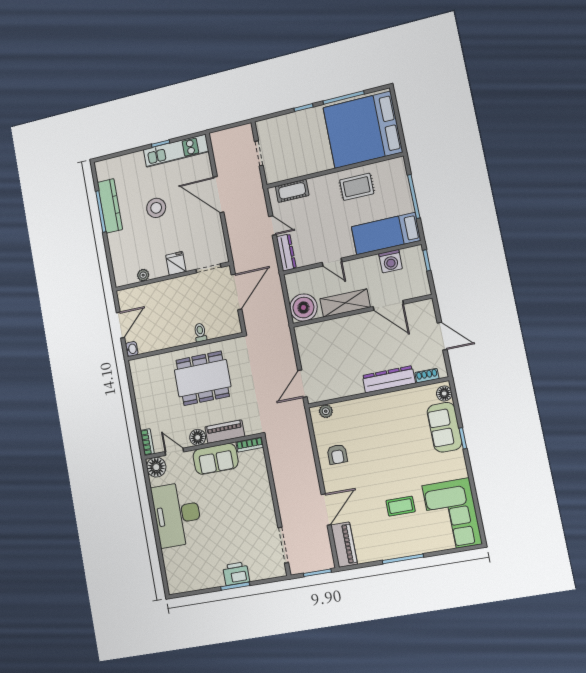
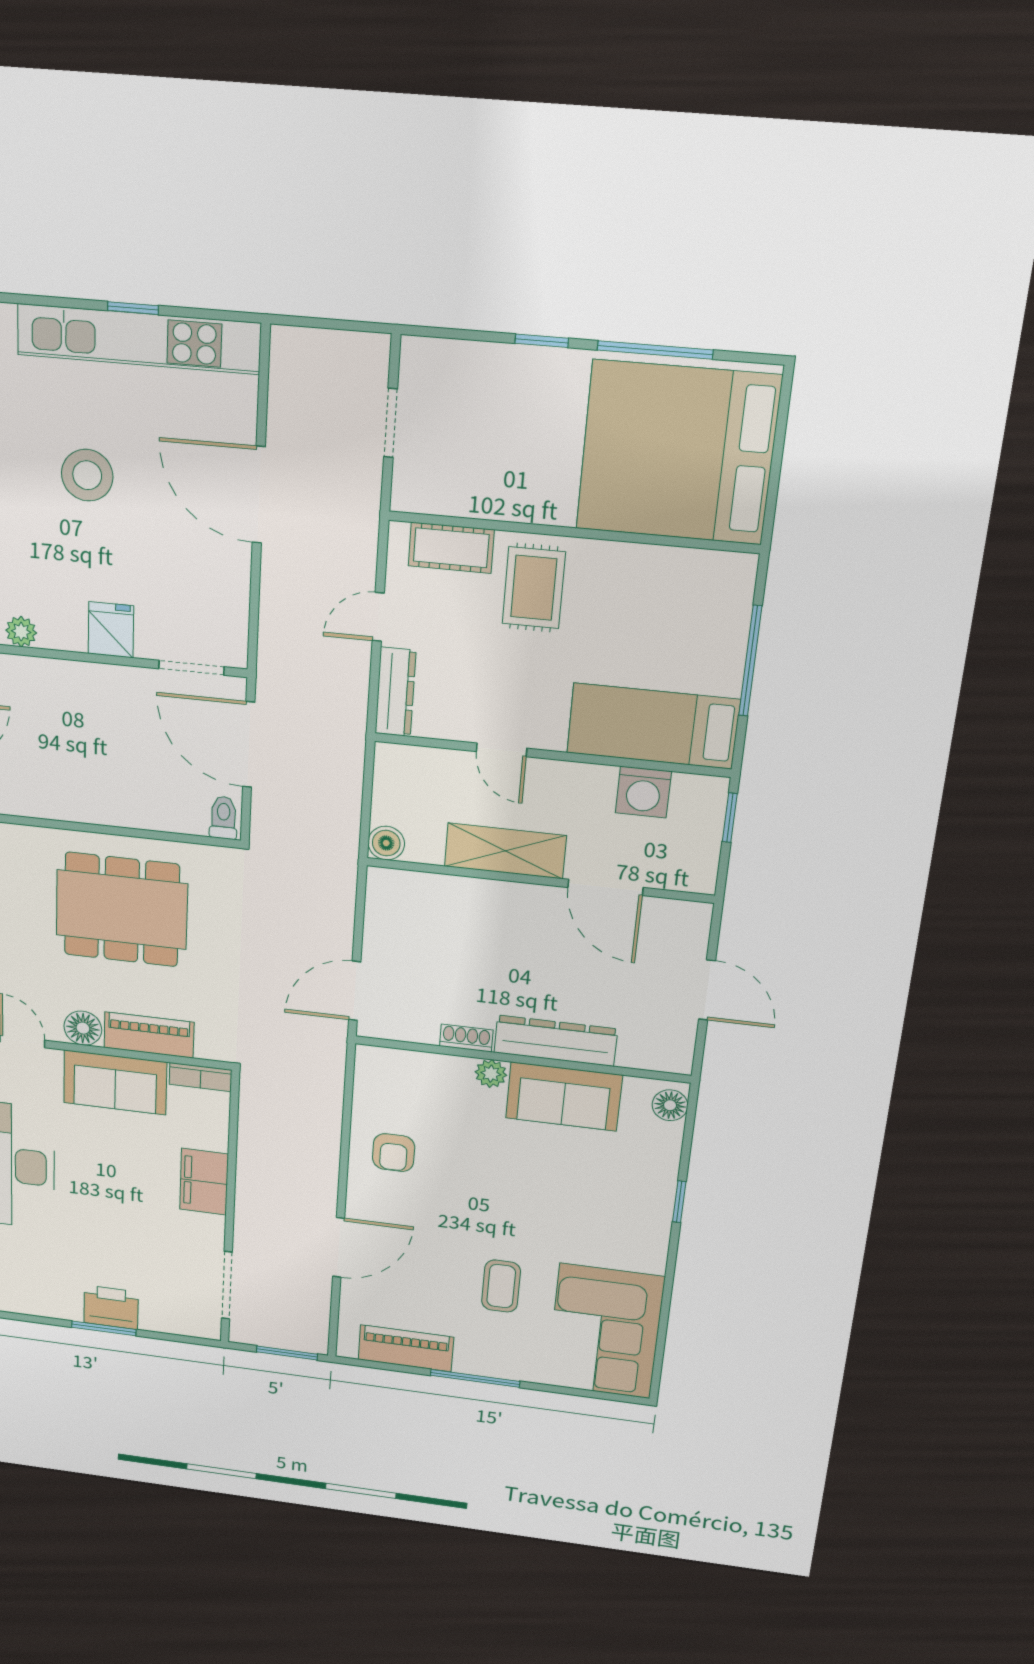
kitchen unit: (176, 151) -> (138, 339), width x1.36
rug: (357, 187) -> (534, 588), moved, turned 90
door: (272, 226) -> (378, 617), swing flipped
door: (237, 292) -> (249, 745), swing flipped
boiler: (303, 308) -> (386, 843), width x0.54, depth x0.54
toilet: (200, 332) -> (223, 818), moved
shoe rack: (427, 376) -> (466, 1038), moved
plant: (326, 411) -> (491, 1074), moved
sofa: (444, 427) -> (564, 1097), moved, turned -90
filing cabinet: (262, 495) -> (204, 1182), added
coffee table: (400, 506) -> (501, 1286), turned 90
piano: (344, 545) -> (406, 1348), moved, turned -90

